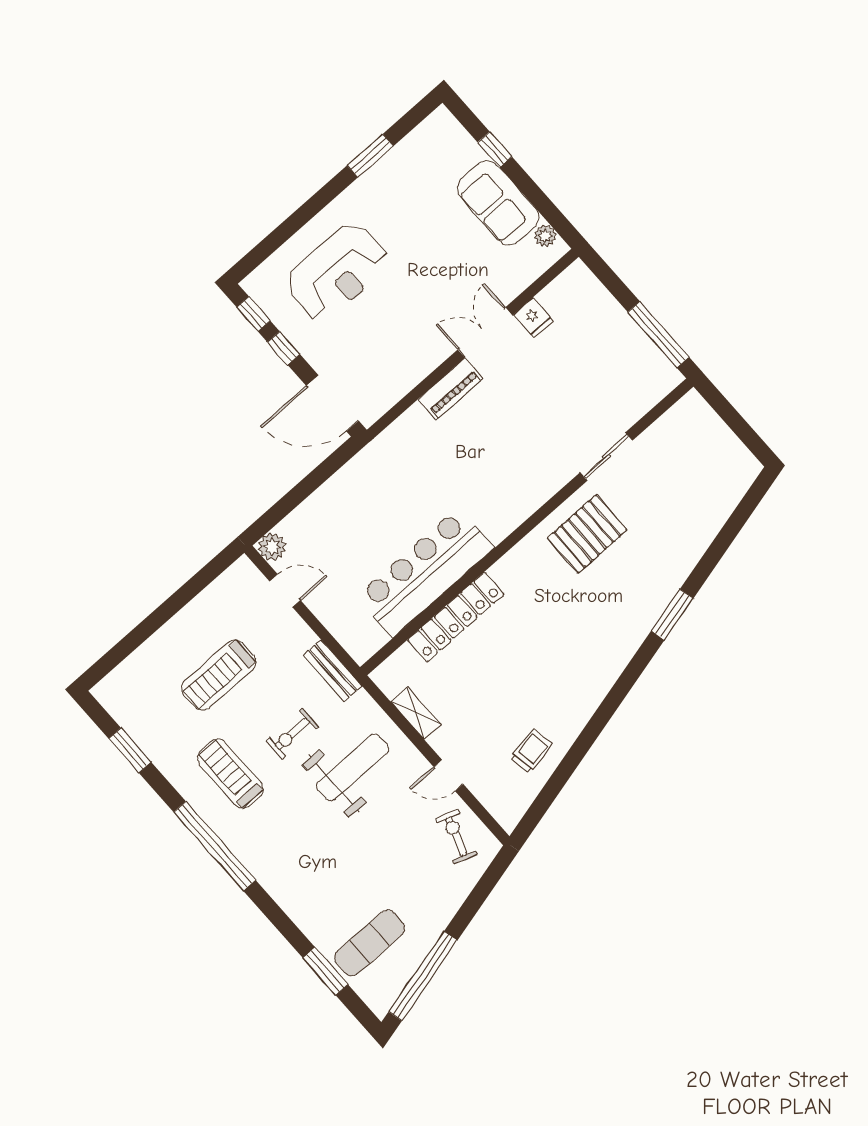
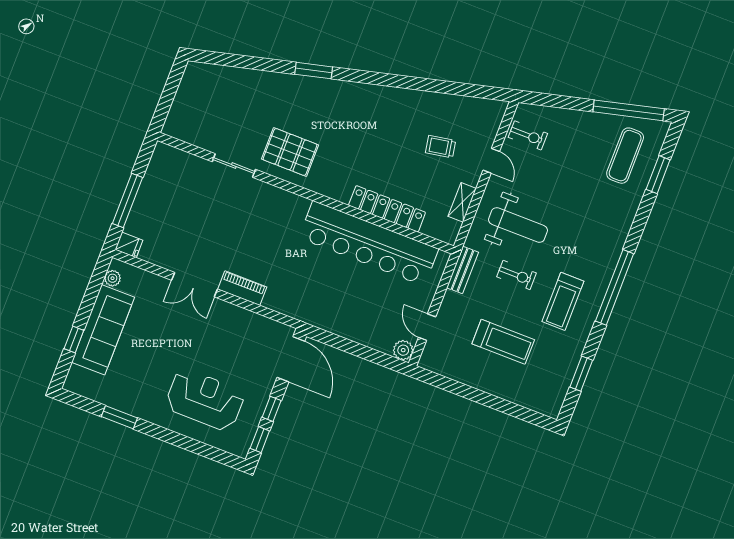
sofa: (498, 203) -> (103, 330), width x1.36
fridge: (534, 318) -> (129, 245), moved, turned 90
window: (658, 335) -> (127, 201), moved
bar counter: (425, 572) -> (369, 243), width x1.36
trolley: (531, 751) -> (441, 147), moved
weight bench: (353, 767) -> (518, 225), turned 180
exercise bike: (456, 836) -> (528, 135), turned -109
exercise mat: (370, 943) -> (625, 156), turned 90

